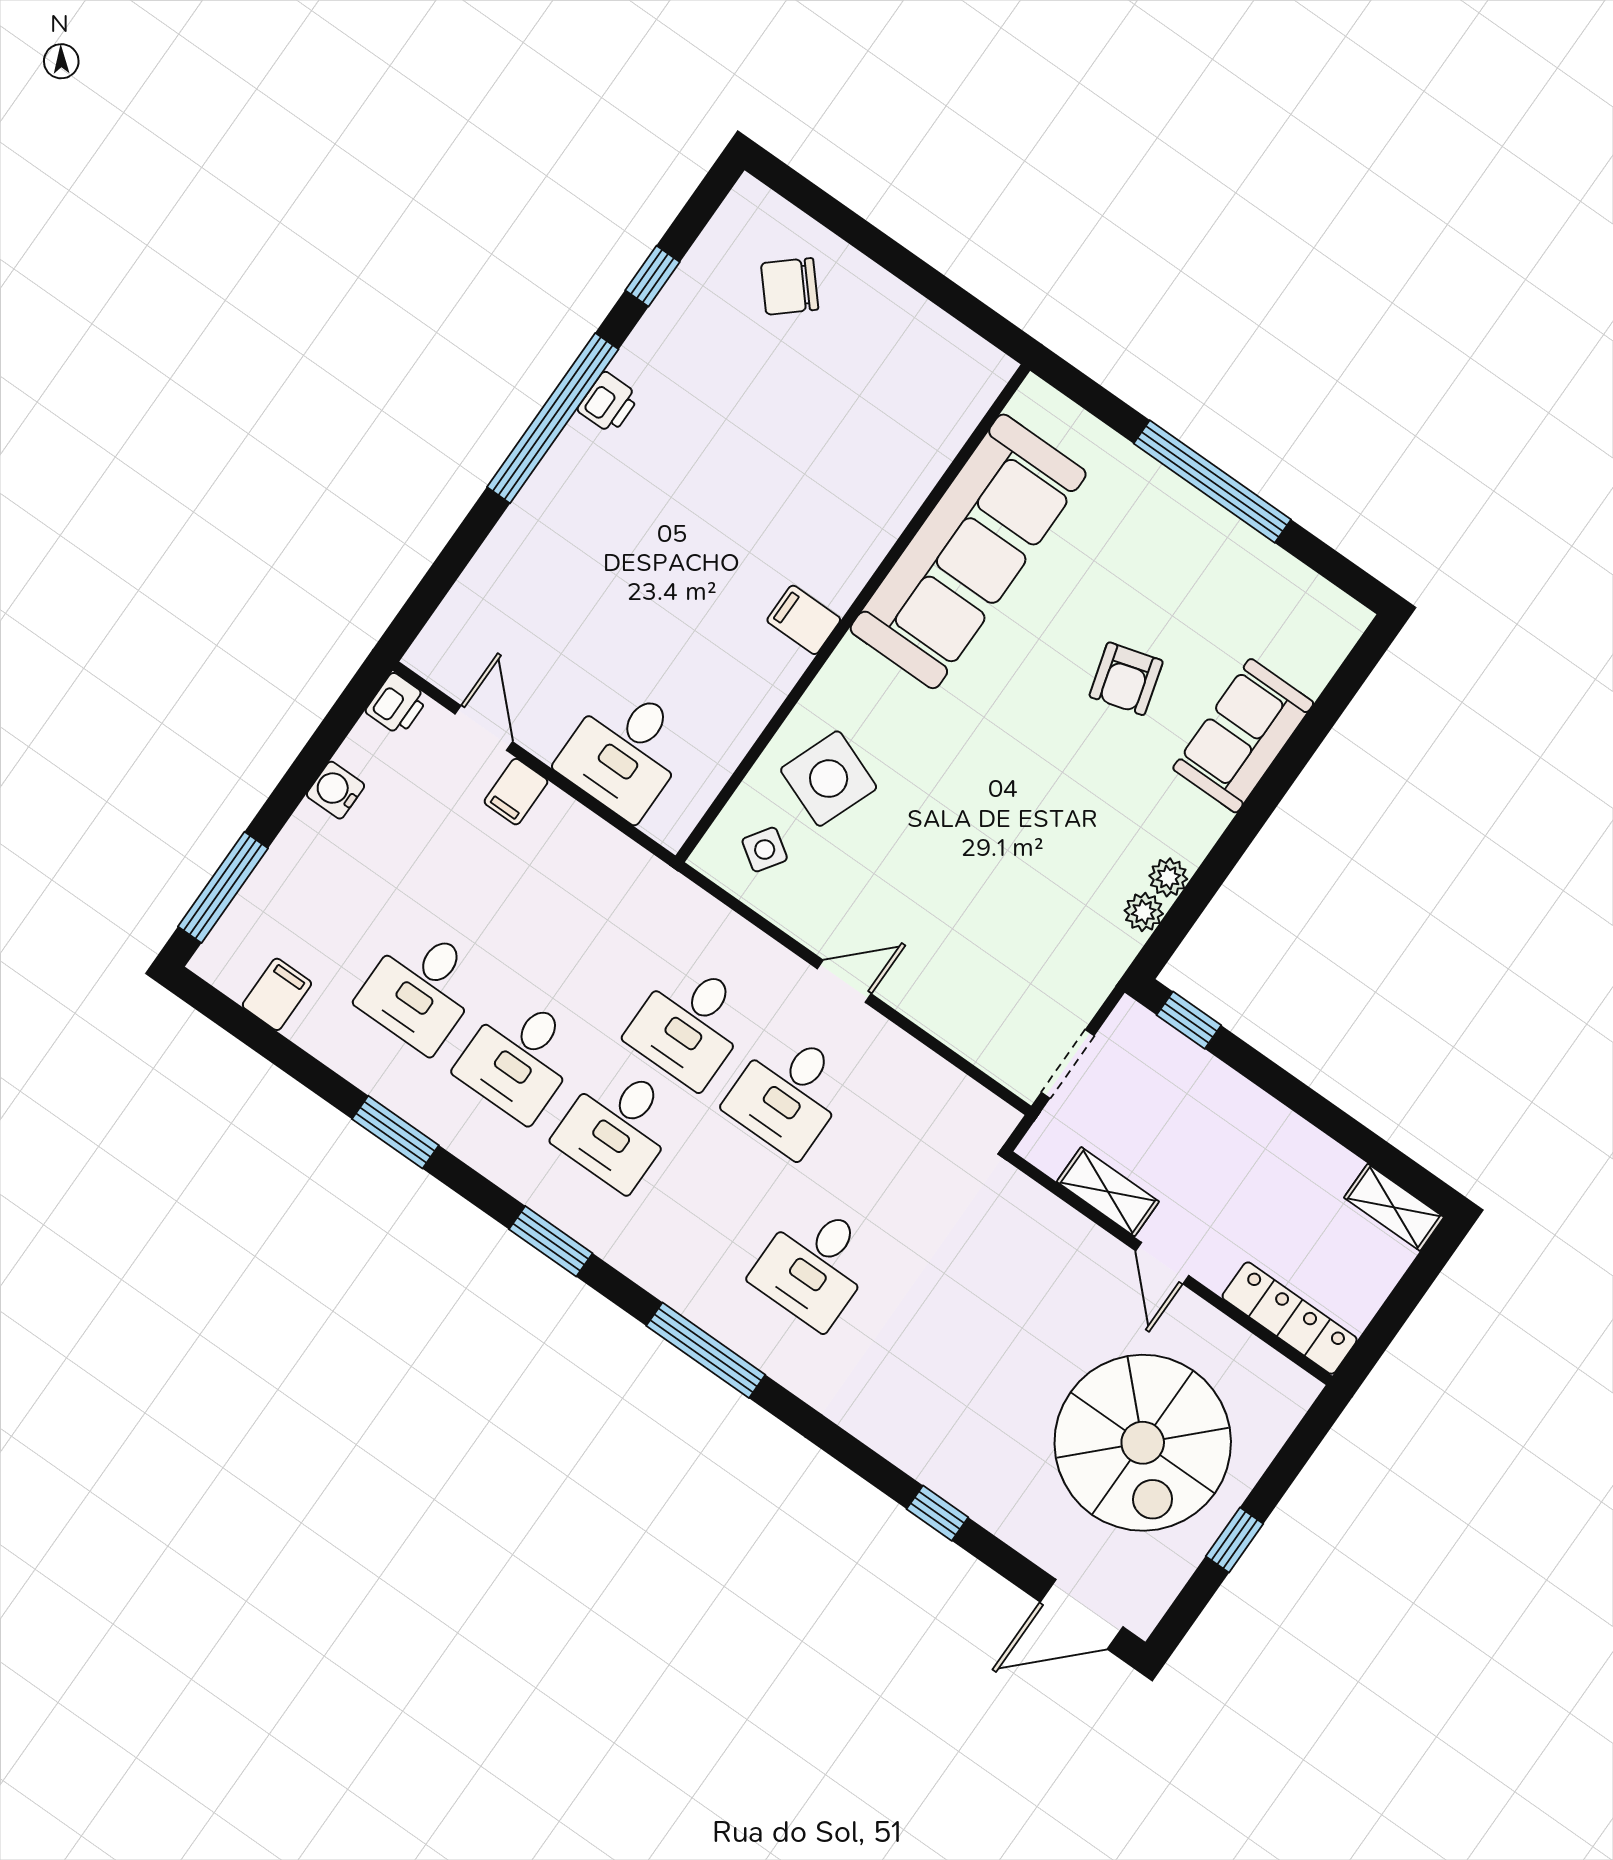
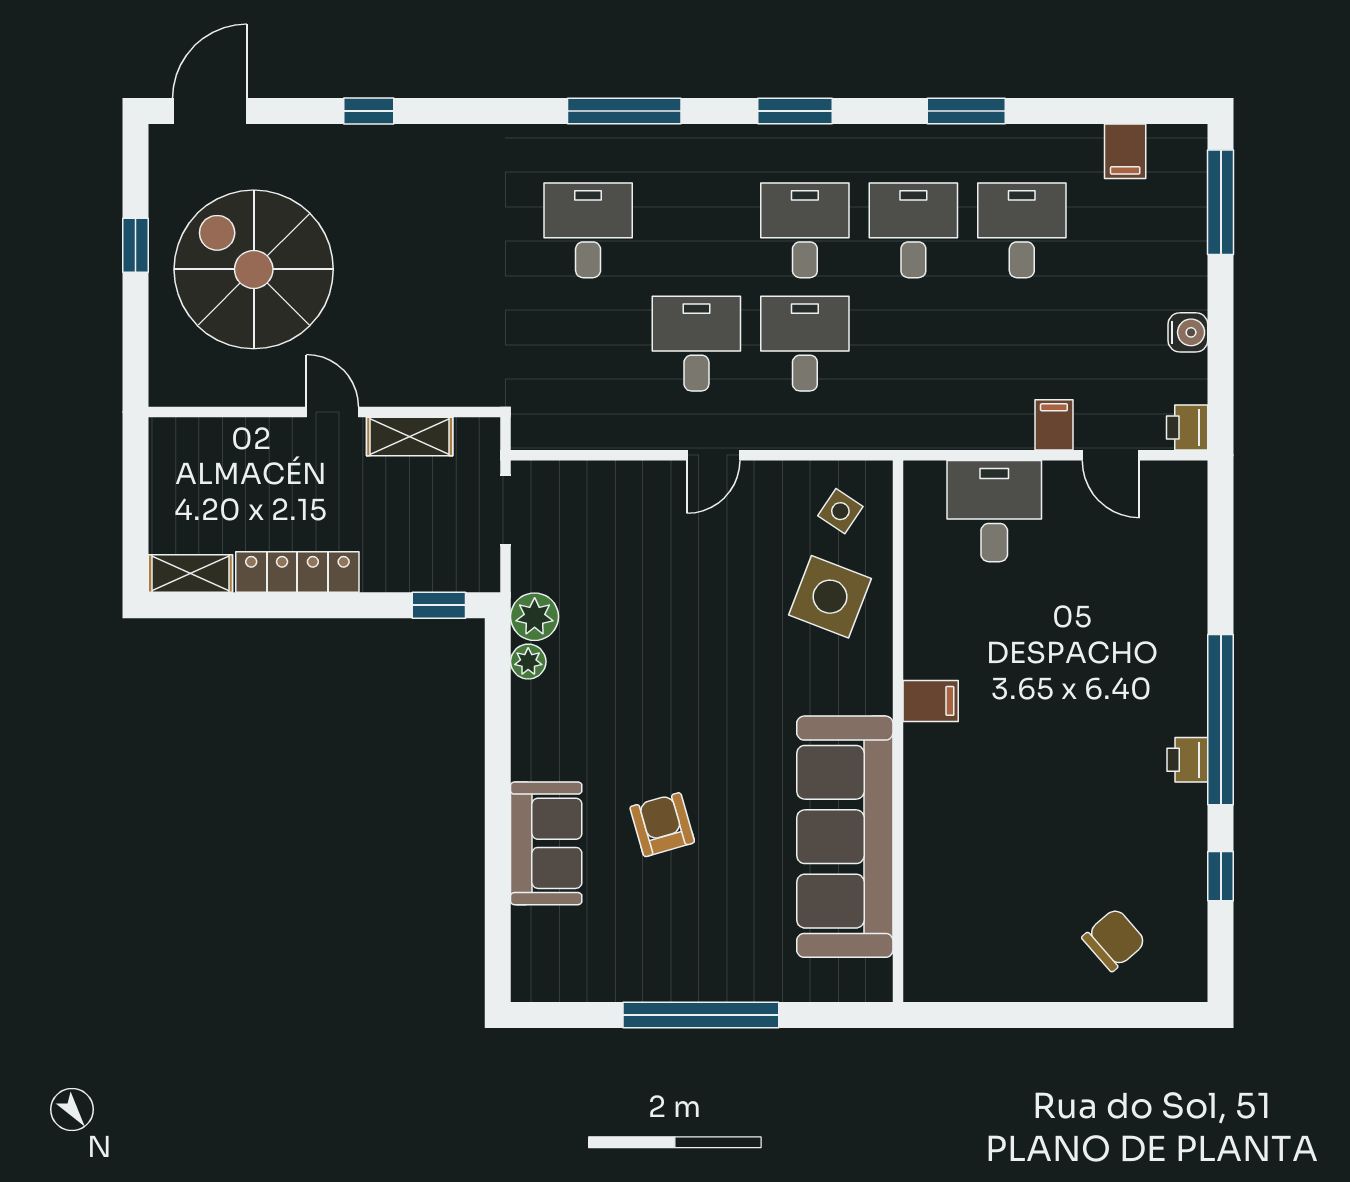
plant: (1168, 877) -> (535, 617), moved, width x1.38, depth x1.38
locker: (1290, 1318) -> (297, 572), moved, turned 180

